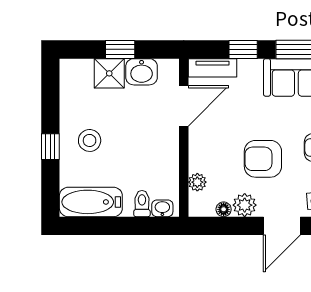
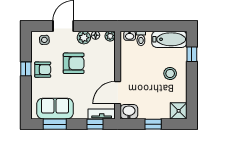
window: (243, 49) -> (95, 124), moved
washbasin: (142, 72) -> (129, 112), moved
shower: (109, 73) -> (179, 111), moved
window: (50, 147) -> (192, 54), moved
plant: (197, 182) -> (110, 36), moved

